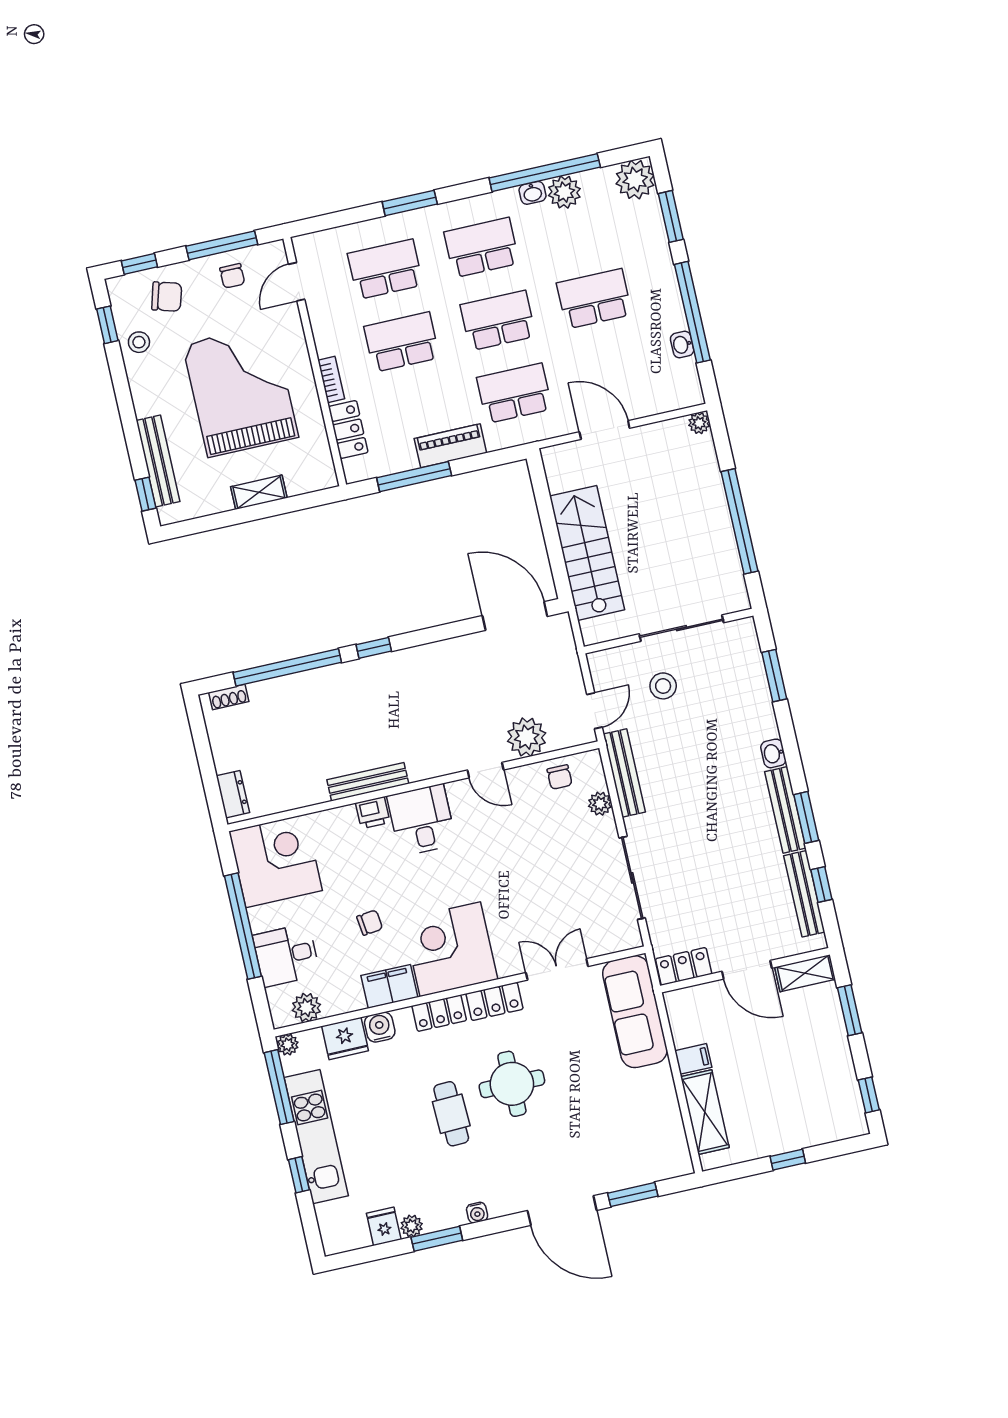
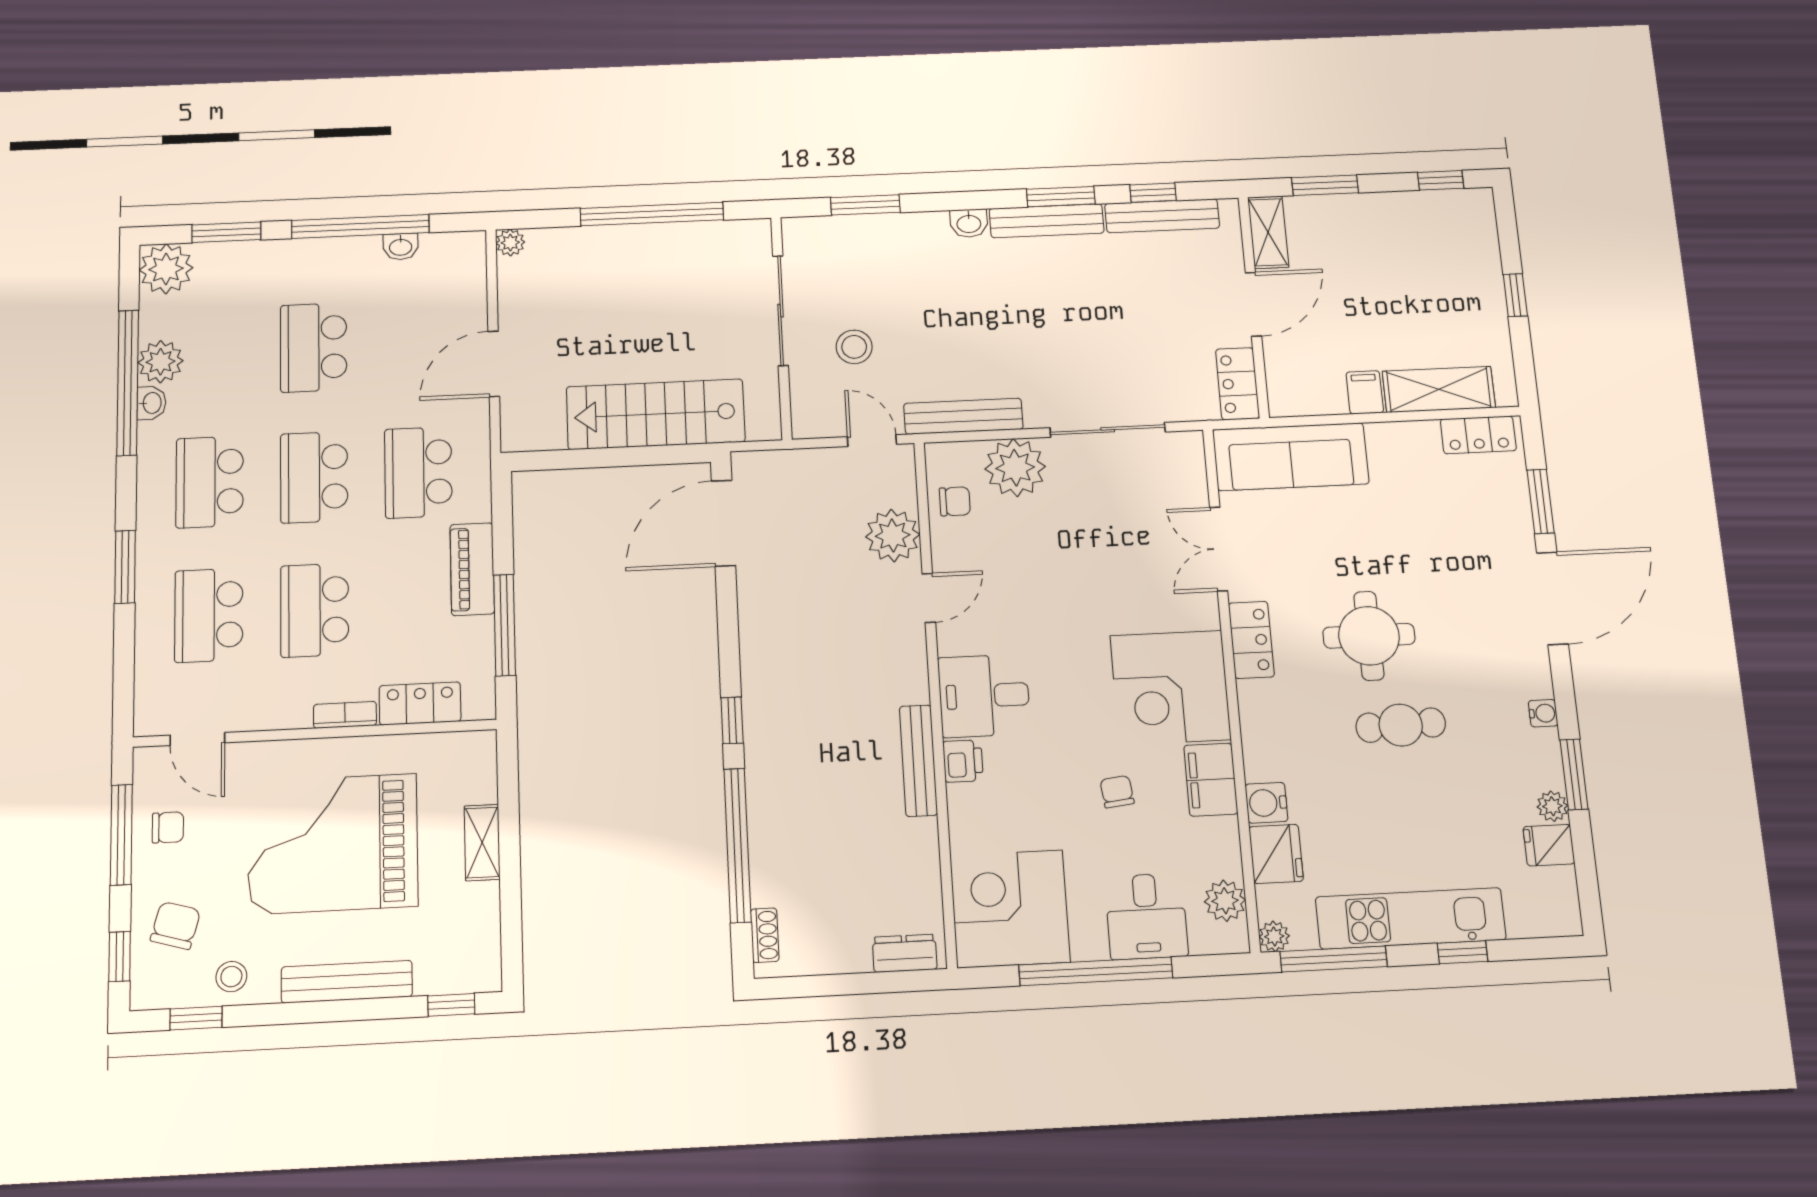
bench: (158, 461) -> (347, 982), moved
plant: (600, 804) -> (1015, 468), width x1.88, depth x1.88
locker: (439, 1013) -> (1478, 435), moved, turned 90

